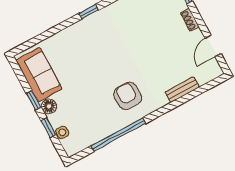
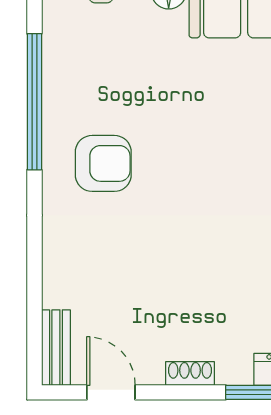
bench: (182, 90) -> (56, 348), moved

